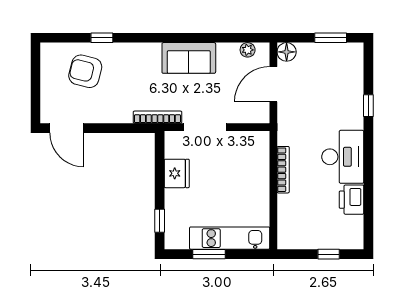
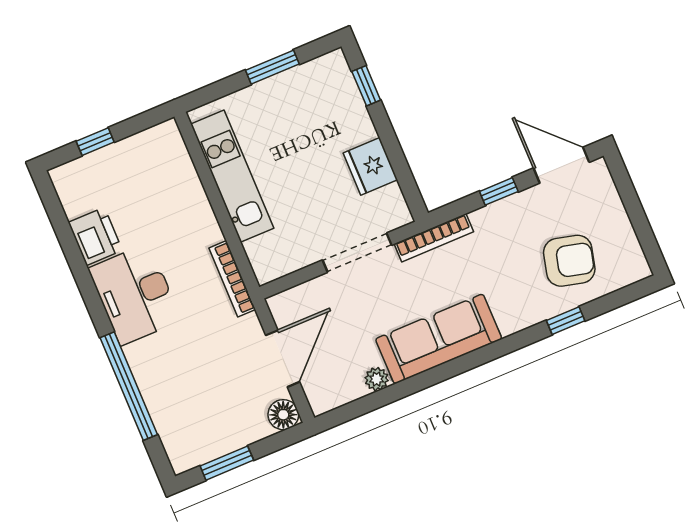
plant: (248, 50) -> (377, 379), moved
sofa: (189, 58) -> (439, 339), width x1.36
window: (368, 106) -> (129, 386), width x3.17
window: (109, 128) -> (499, 191), added
bookcase: (283, 170) -> (232, 279), moved
kitchen unit: (230, 238) -> (232, 176), moved, turned -90

